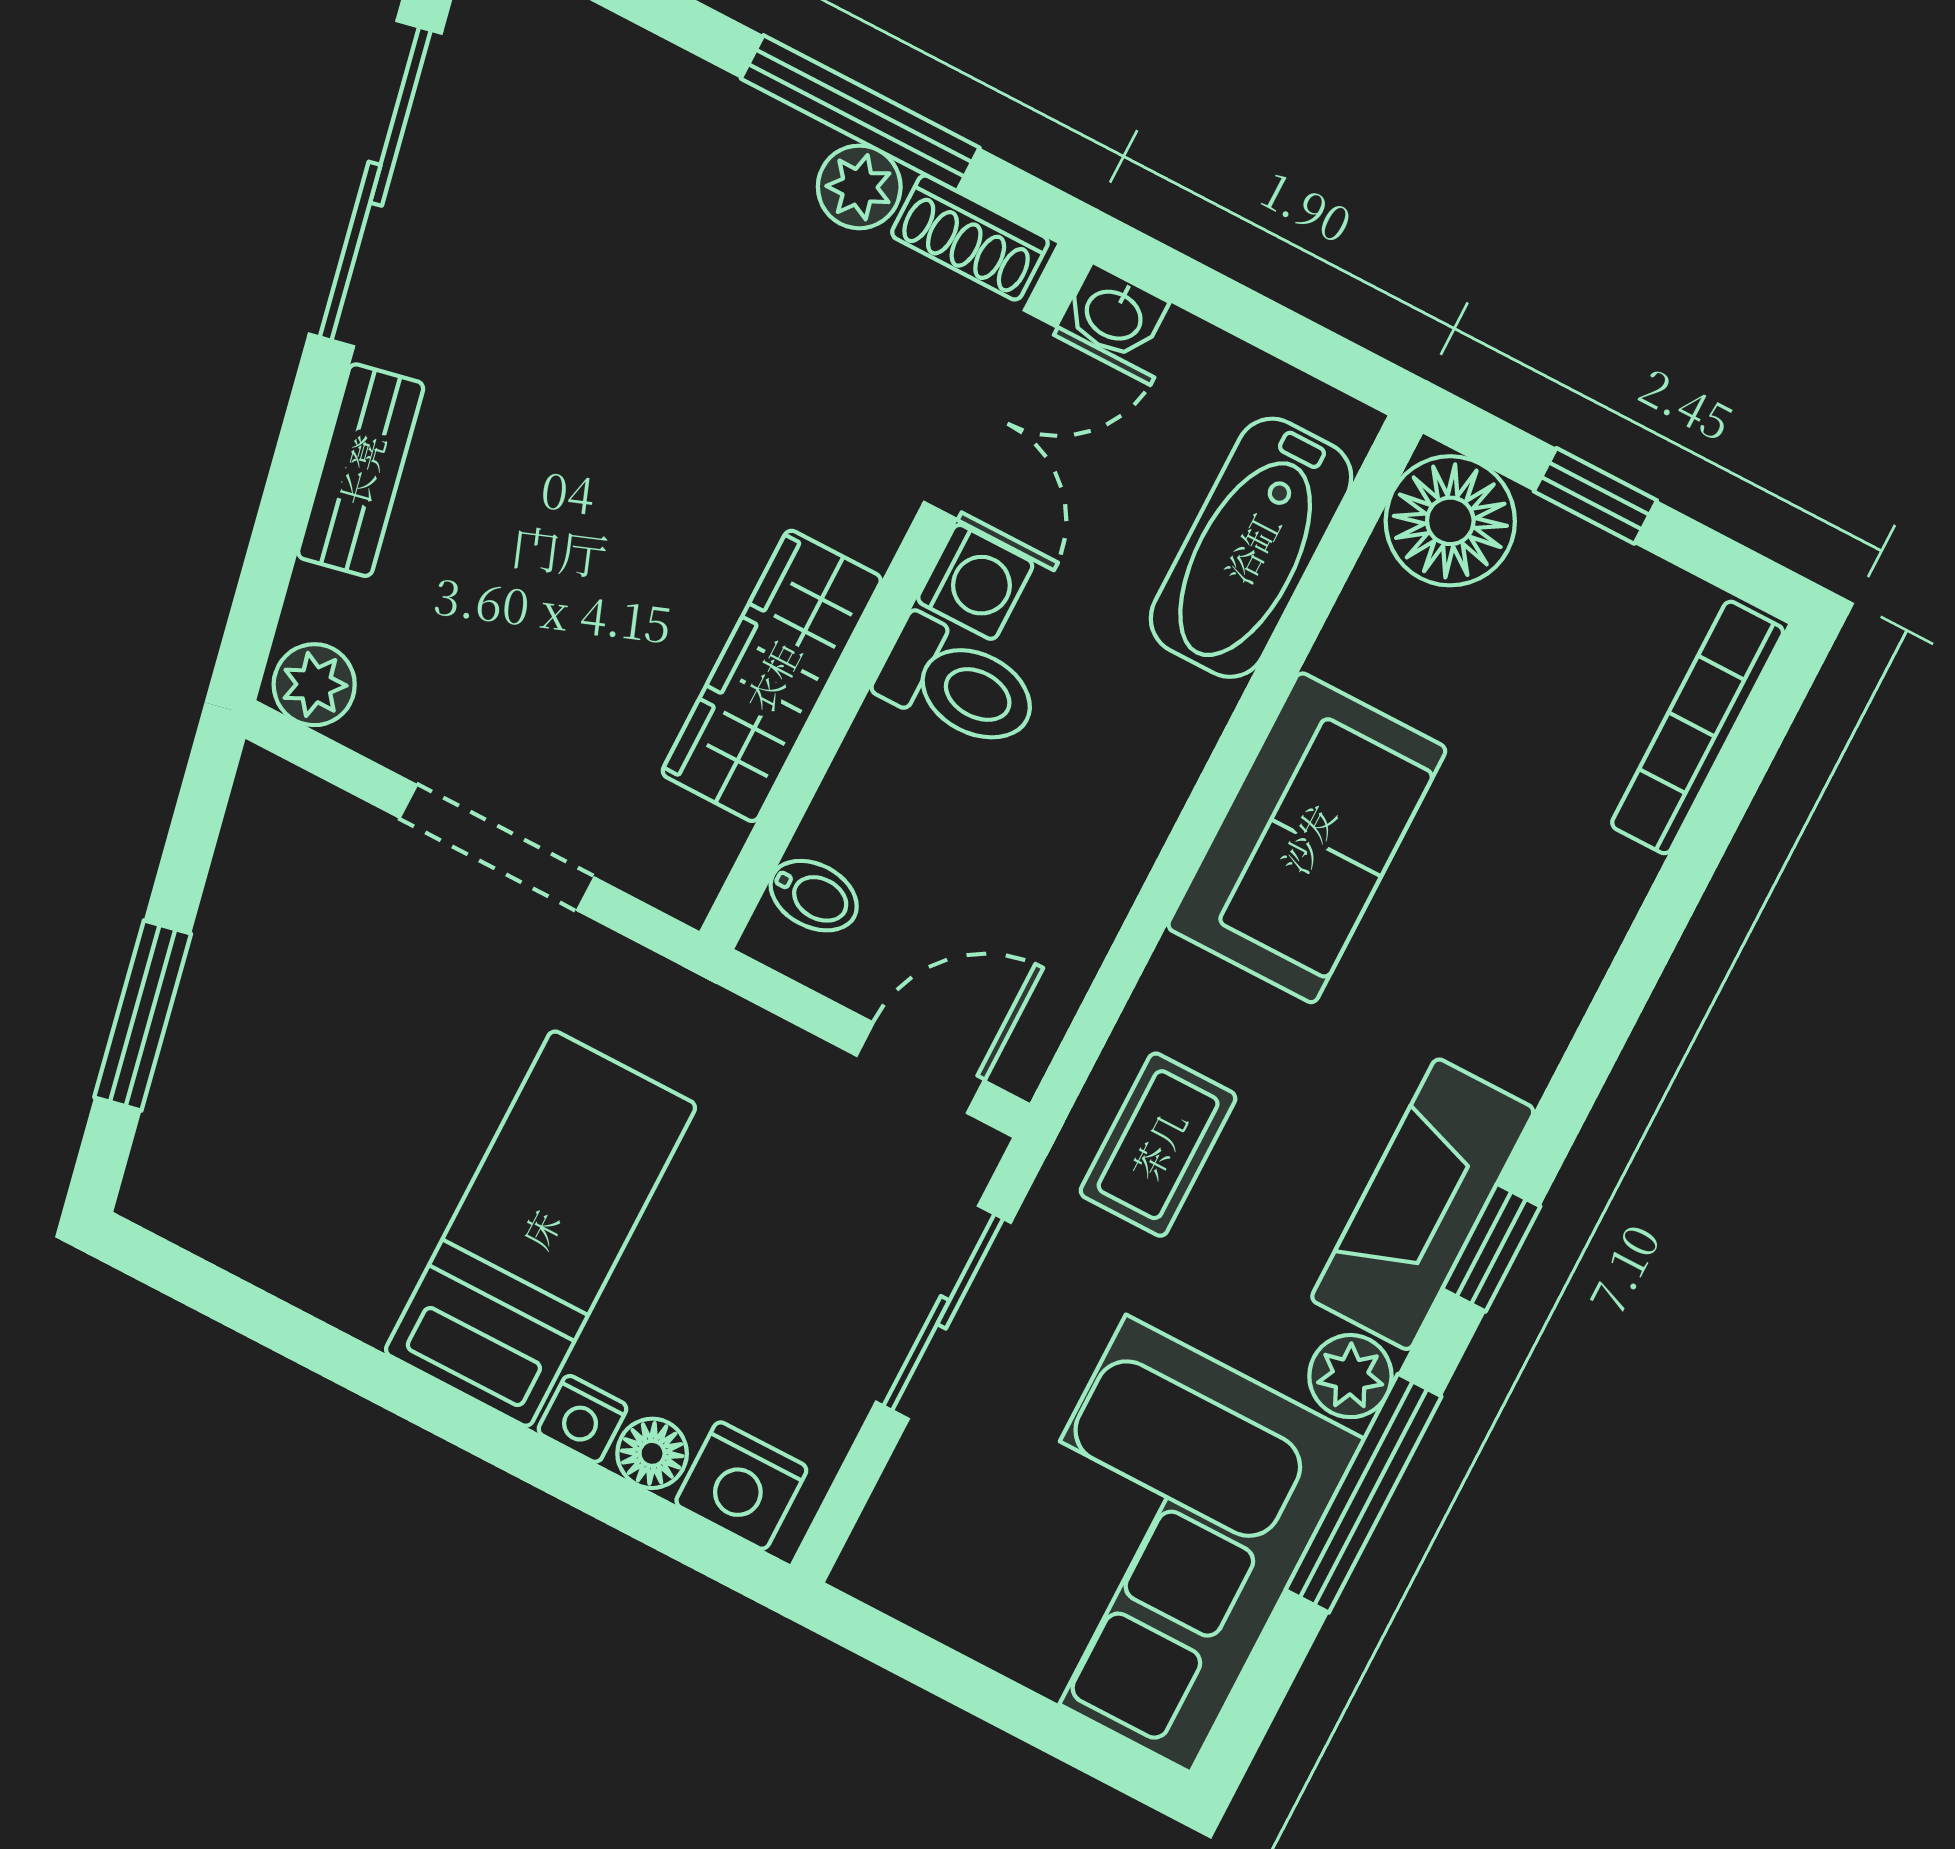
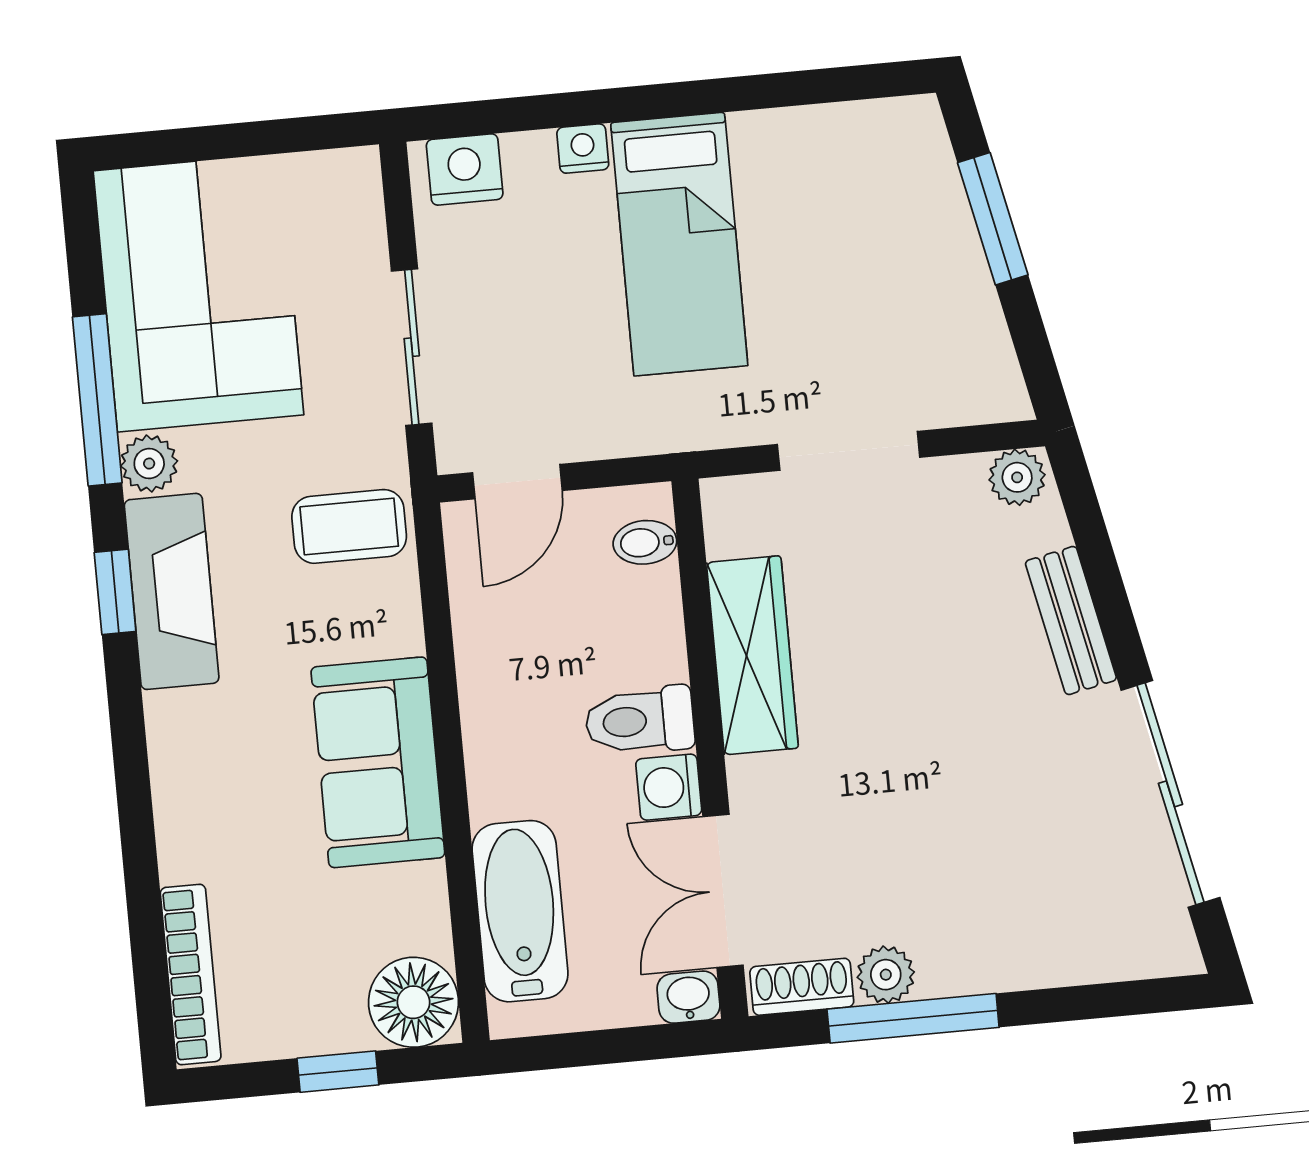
coffee table: (1158, 1145) -> (349, 526), turned 90
floor lamp: (652, 1453) -> (529, 155), removed

